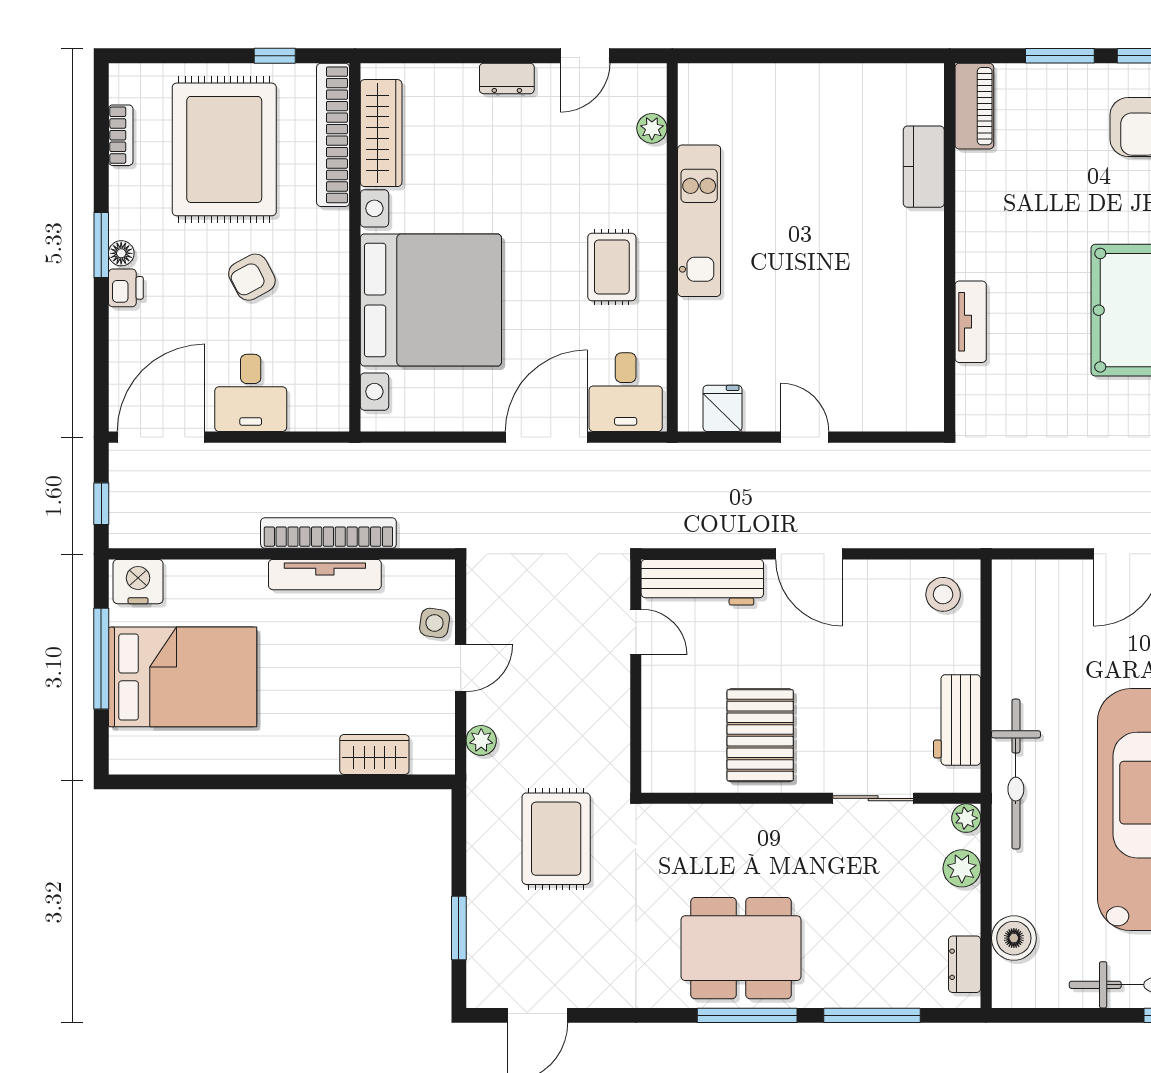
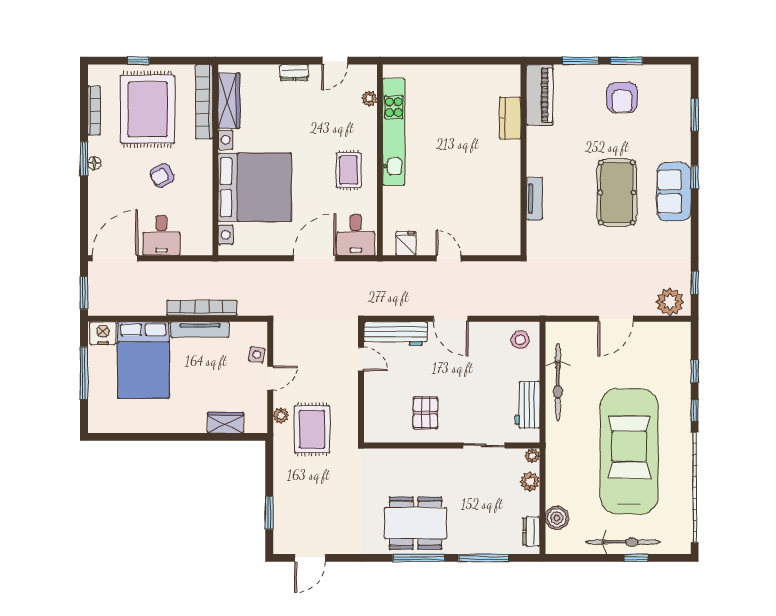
window: (275, 56) -> (138, 61), moved
piano: (974, 106) -> (540, 95), width x1.37, depth x1.33
bookcase: (121, 135) -> (94, 111), width x1.56
kitchen unit: (699, 221) -> (394, 132), width x1.36
printer: (126, 288) -> (97, 181), removed
window: (101, 504) -> (84, 293), width x1.50
bed: (183, 677) -> (143, 360), moved, turned 90
pallet: (760, 735) -> (425, 413), width x0.67, depth x0.71
bicycle: (1016, 774) -> (558, 382), moved
rug: (556, 839) -> (312, 429), moved

